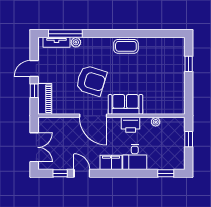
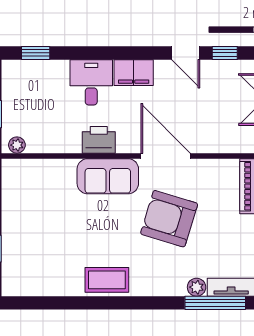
plant: (156, 122) -> (17, 145), moved

